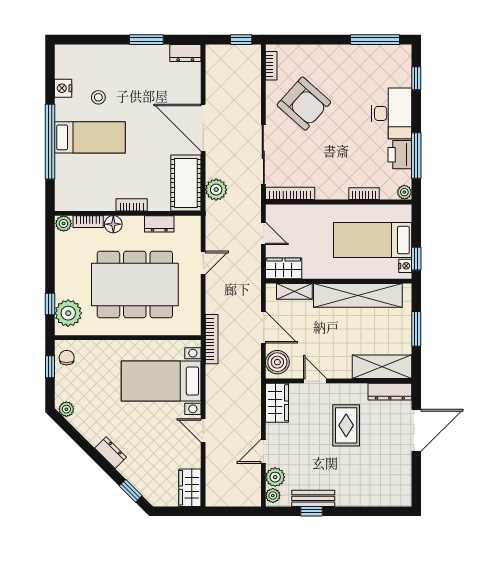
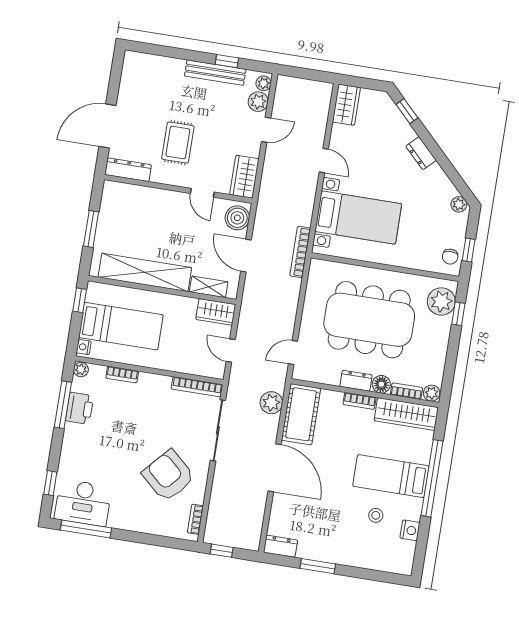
desk: (392, 113) -> (83, 503), moved, turned -90
wardrobe: (85, 199) -> (406, 414), added
dresser: (159, 224) -> (356, 381), moved
door: (203, 263) -> (293, 352), moved
nightstand: (405, 266) -> (84, 347), moved
shelving: (382, 367) -> (132, 196), removed
bench: (313, 498) -> (215, 73), width x1.36

